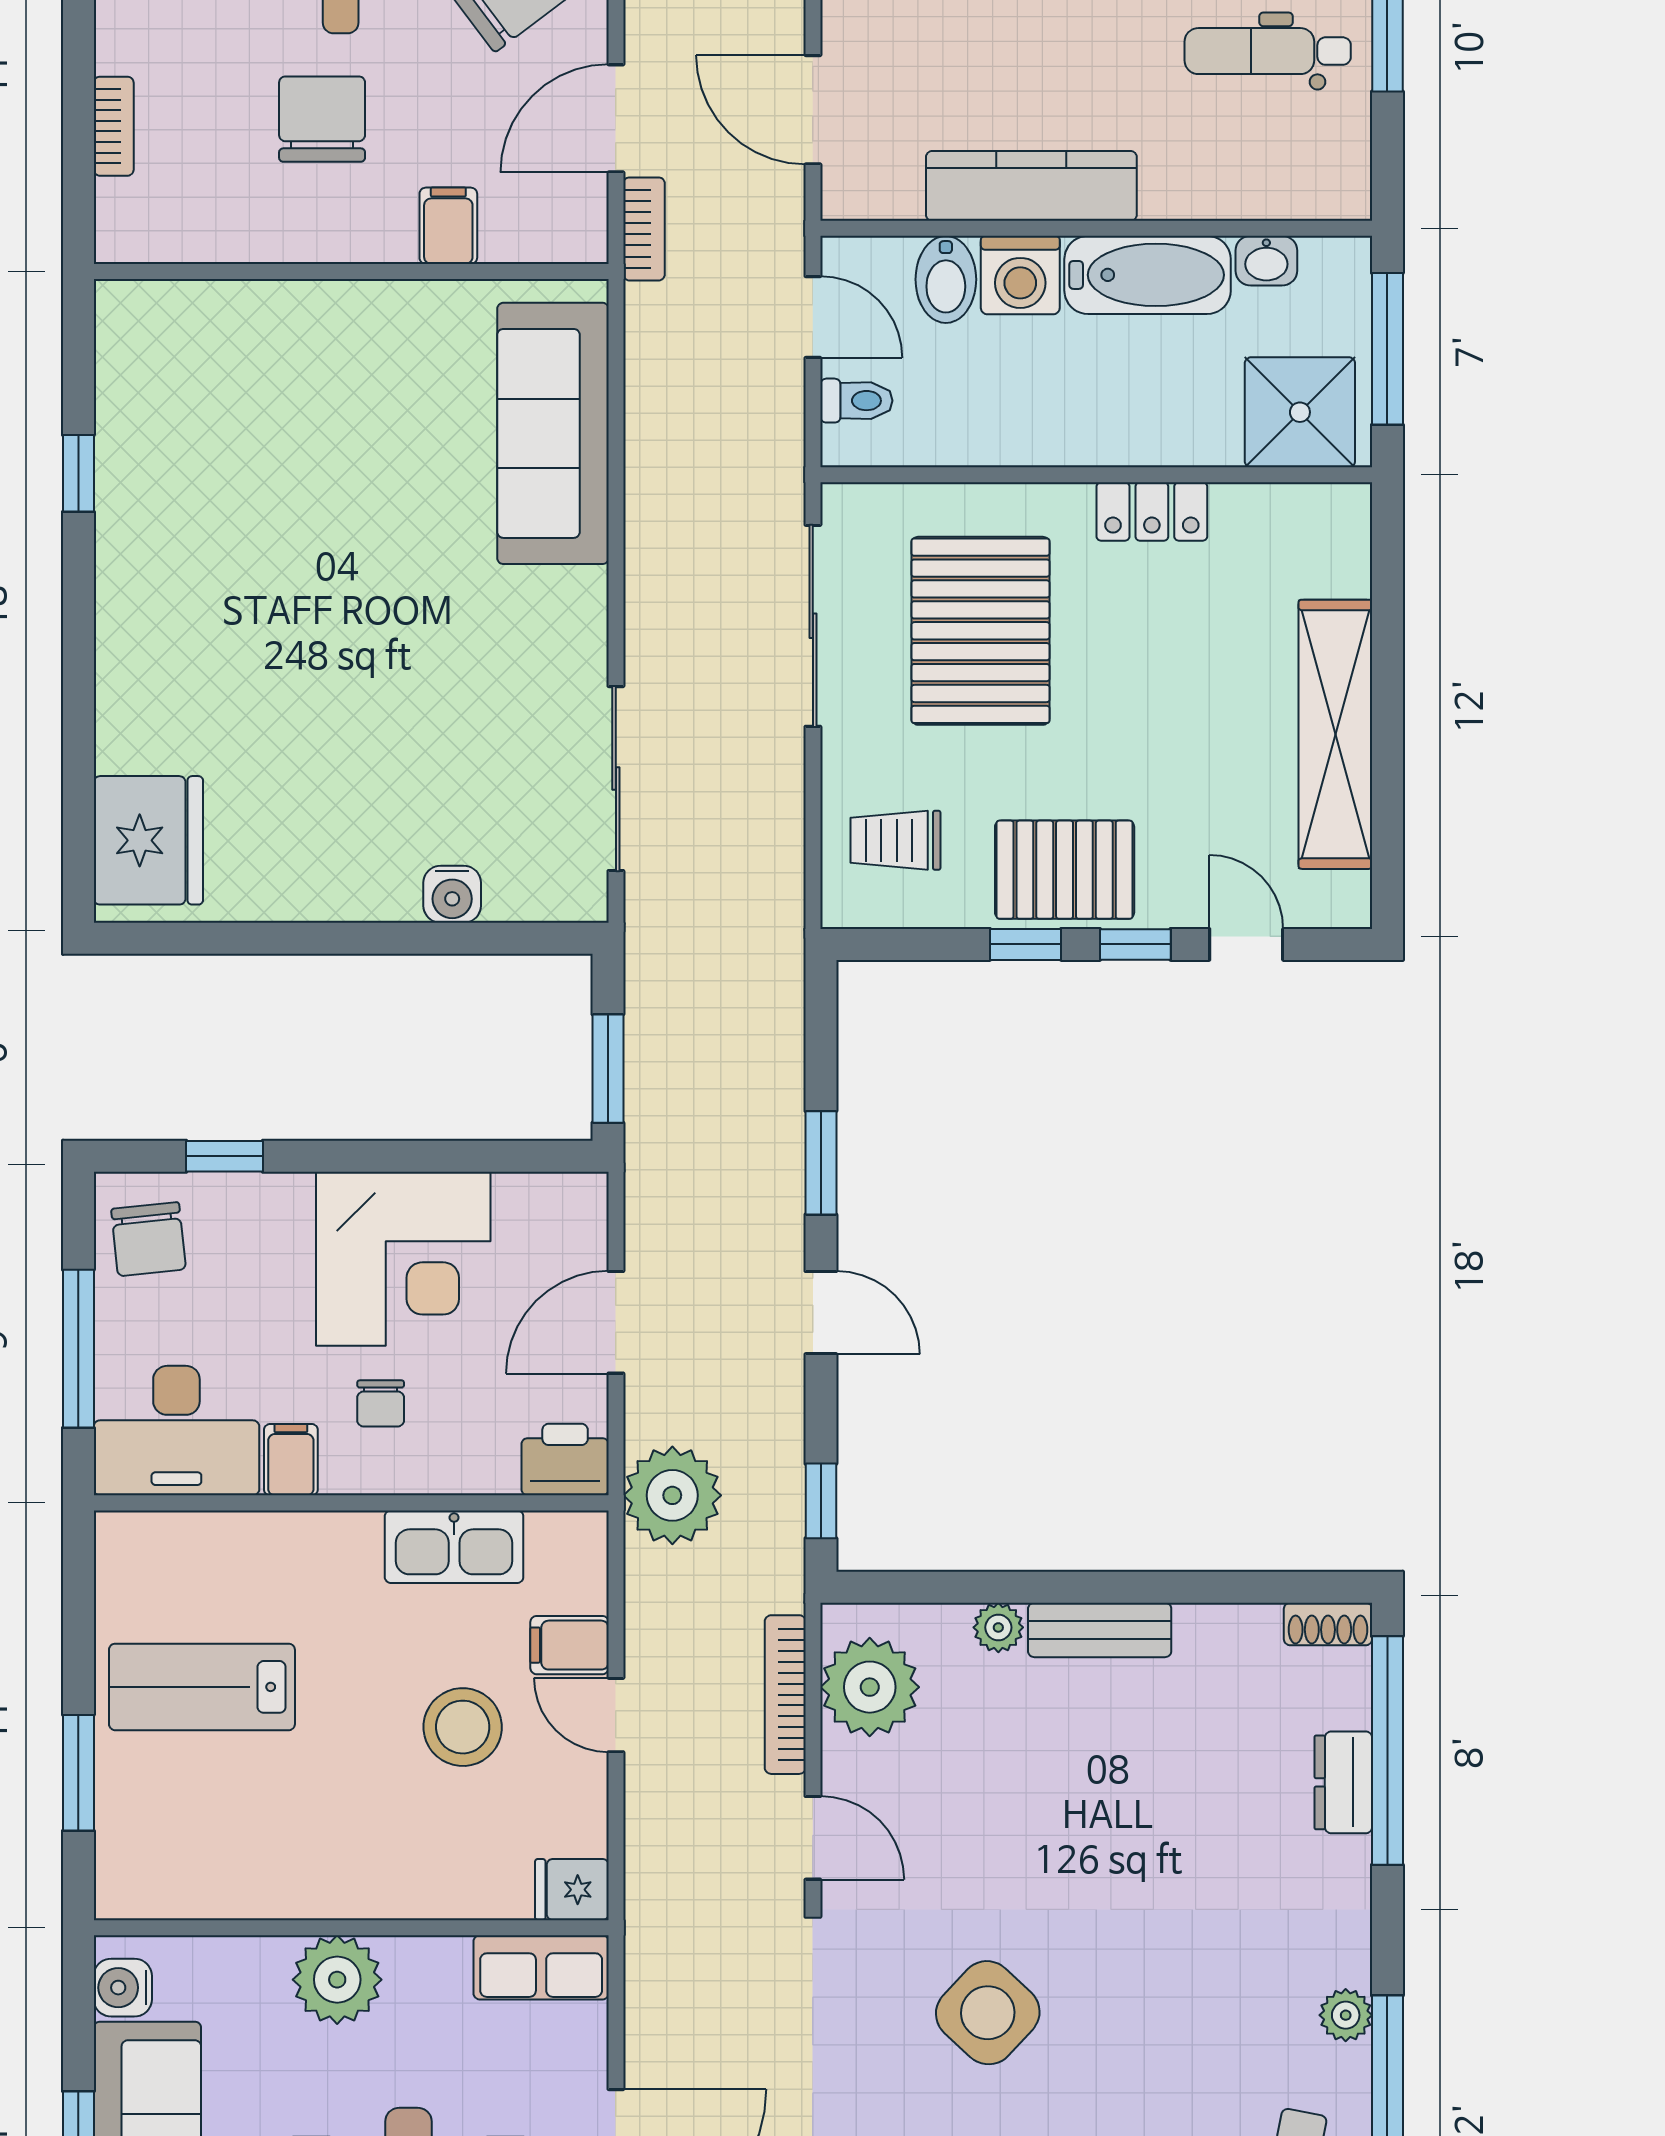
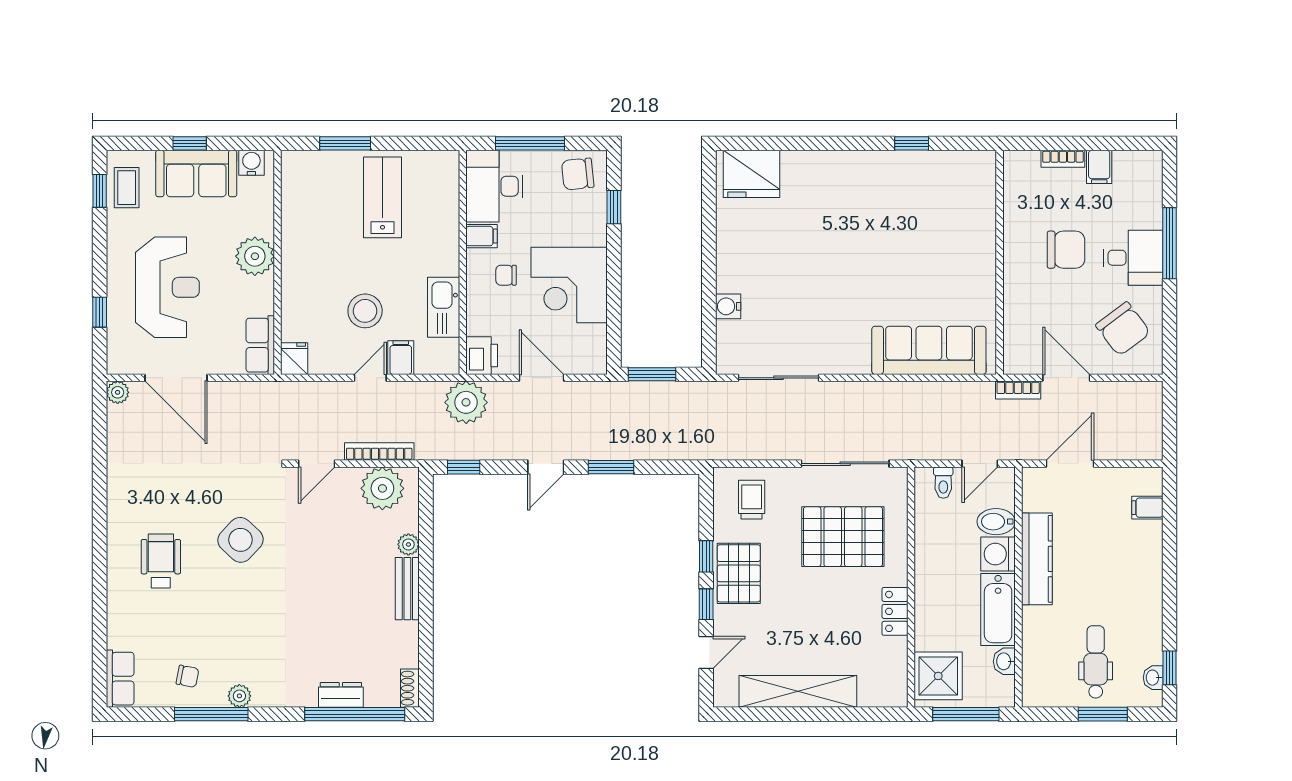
filing cabinet: (448, 226) -> (1099, 167), moved, turned 90

